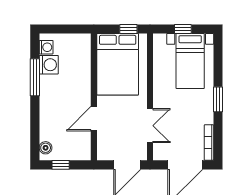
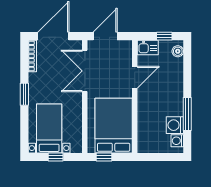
double door: (150, 126) -> (85, 71), width x1.37
kitchen sink: (79, 152) -> (148, 48), added

